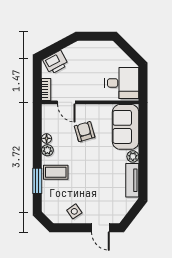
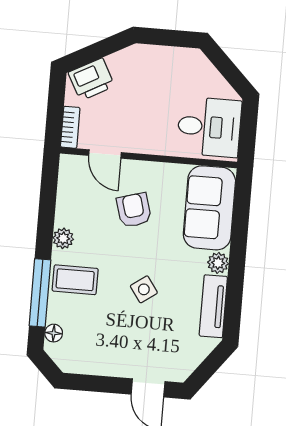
floor lamp: (47, 138) -> (54, 333), moved
window: (37, 181) -> (40, 293), width x1.44
side table: (74, 211) -> (144, 289), moved

